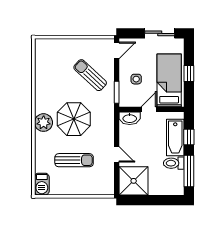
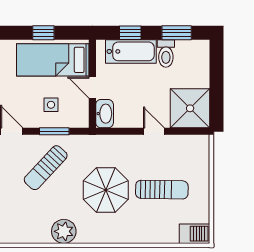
window: (117, 92) -> (54, 131), moved
plant: (44, 123) -> (64, 231), moved
door: (117, 154) -> (154, 131), hinge flipped
sun lounger: (74, 160) -> (162, 190), turned 91
window: (189, 171) -> (177, 33), width x0.69

